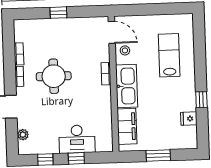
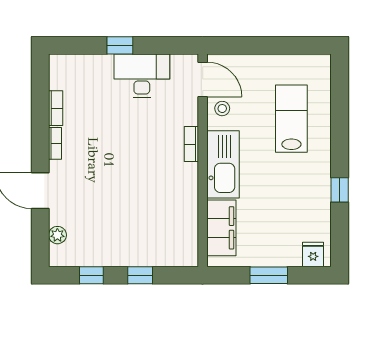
round table: (54, 76) -> (109, 145), removed
fridge: (189, 119) -> (313, 254), moved, turned 90
desk: (77, 139) -> (142, 76), moved, turned 180

